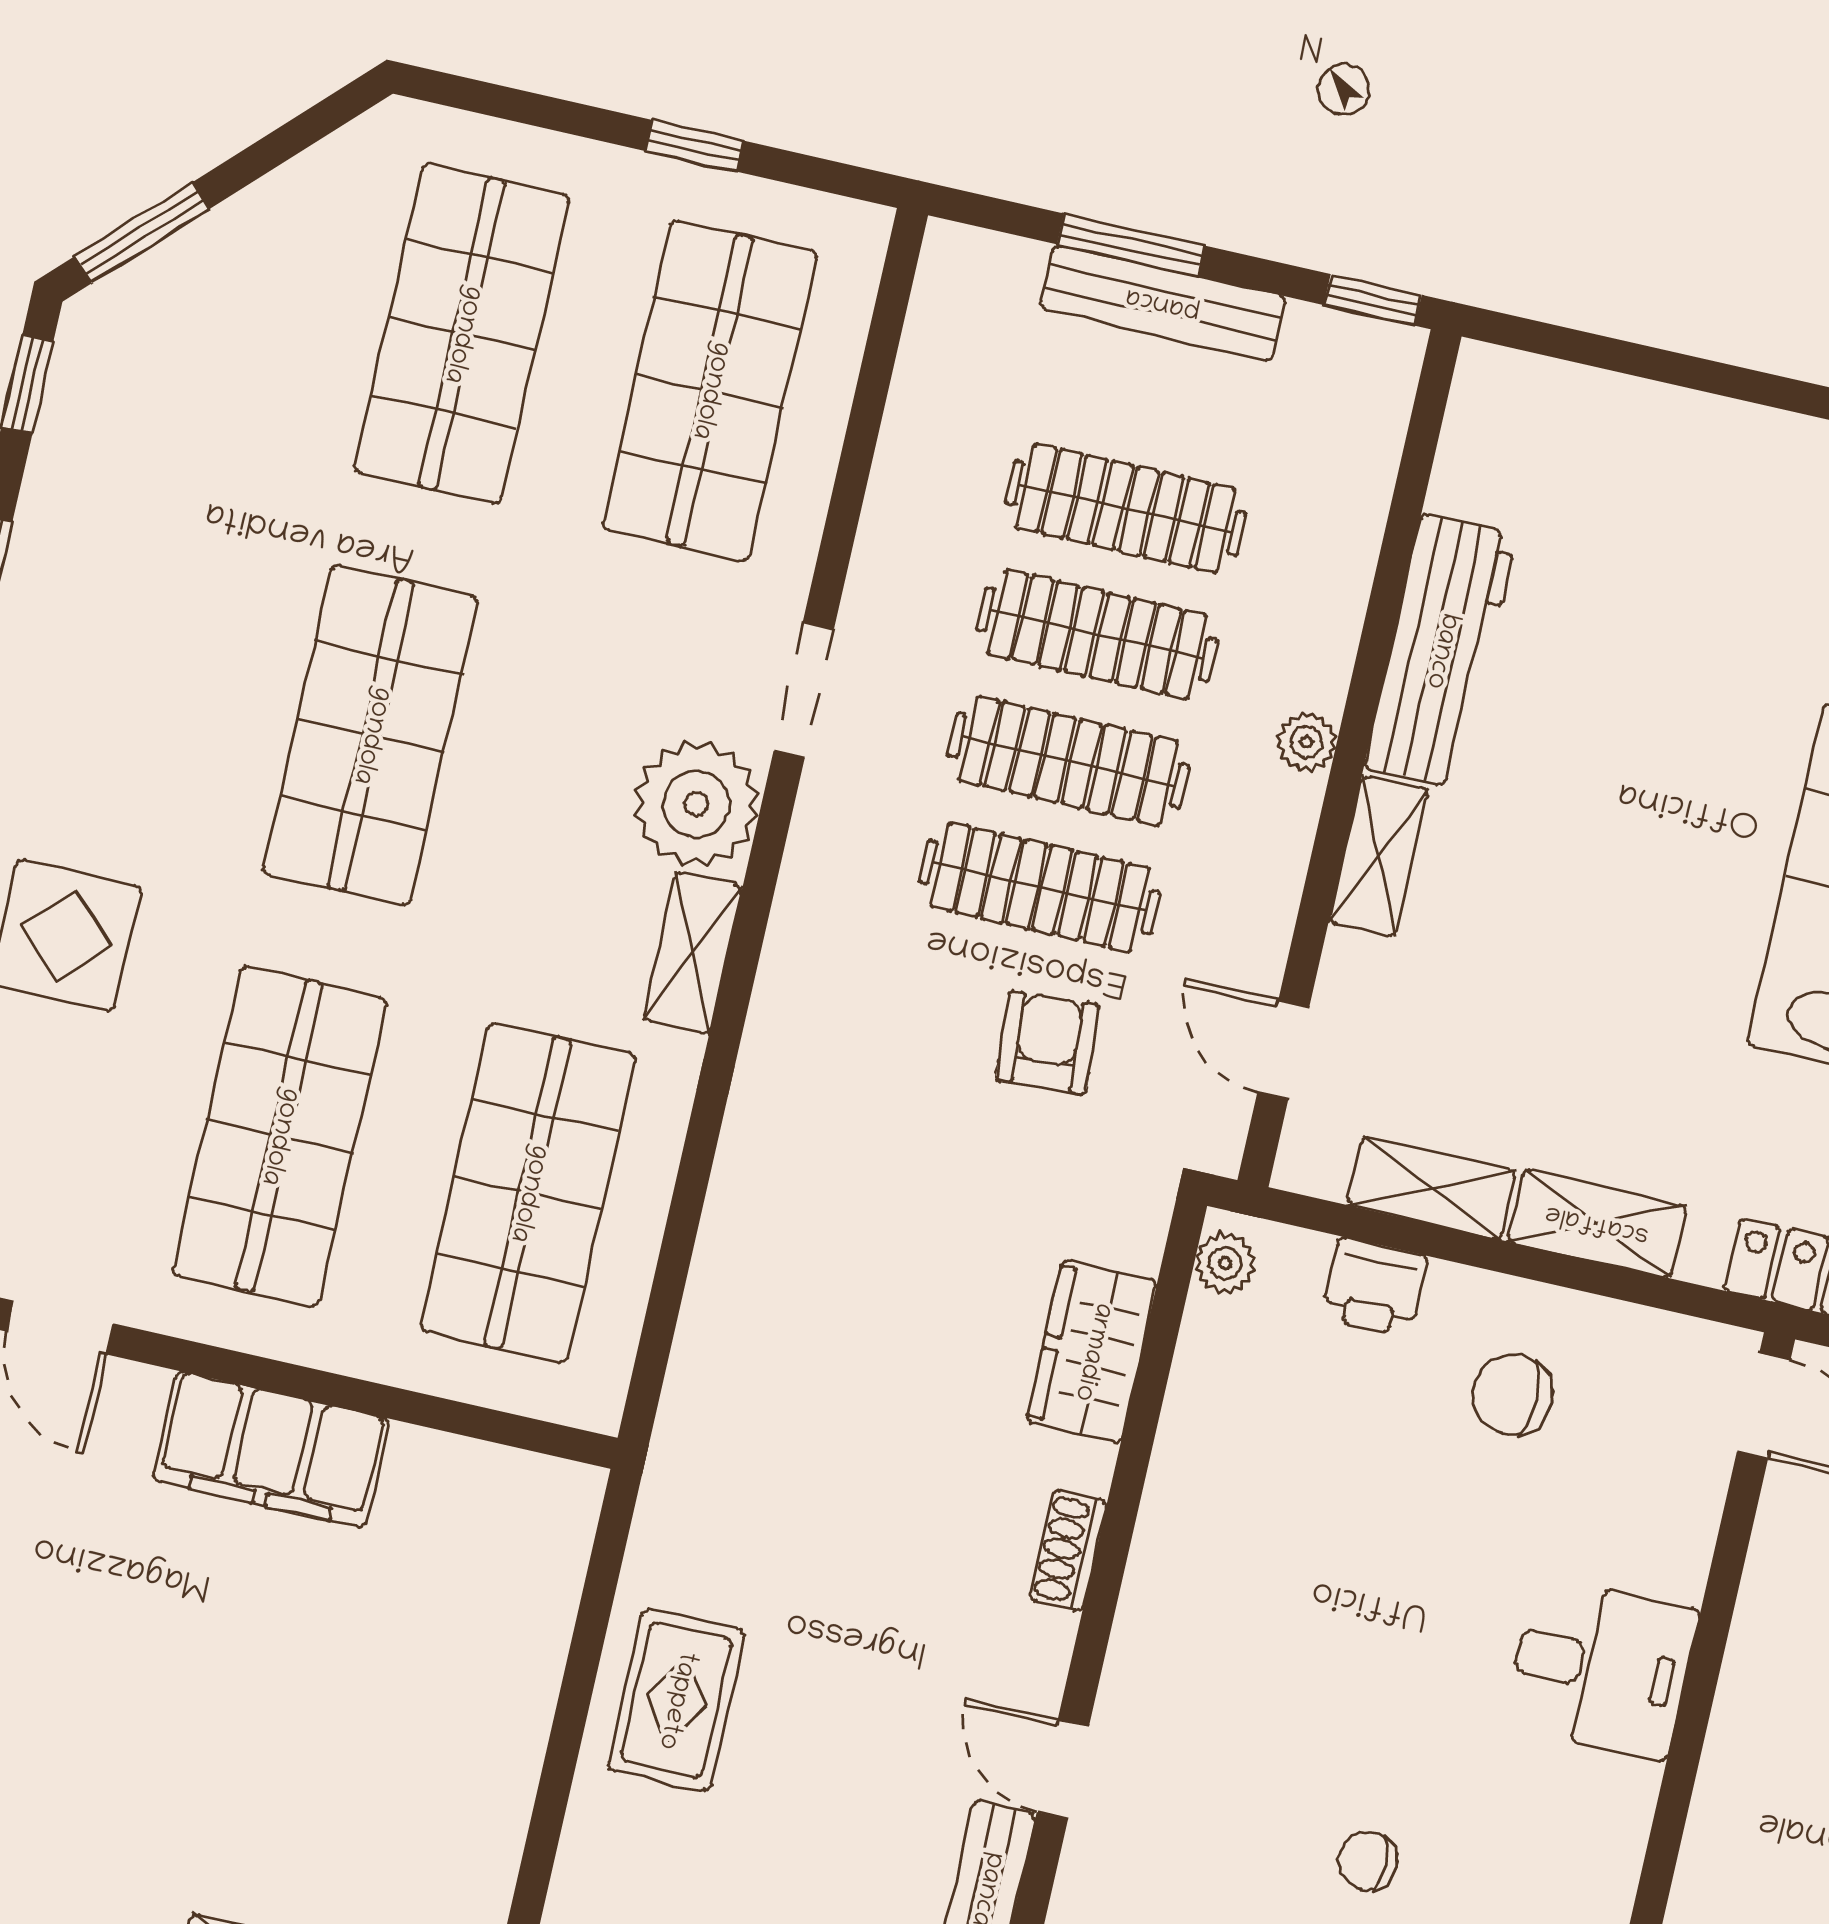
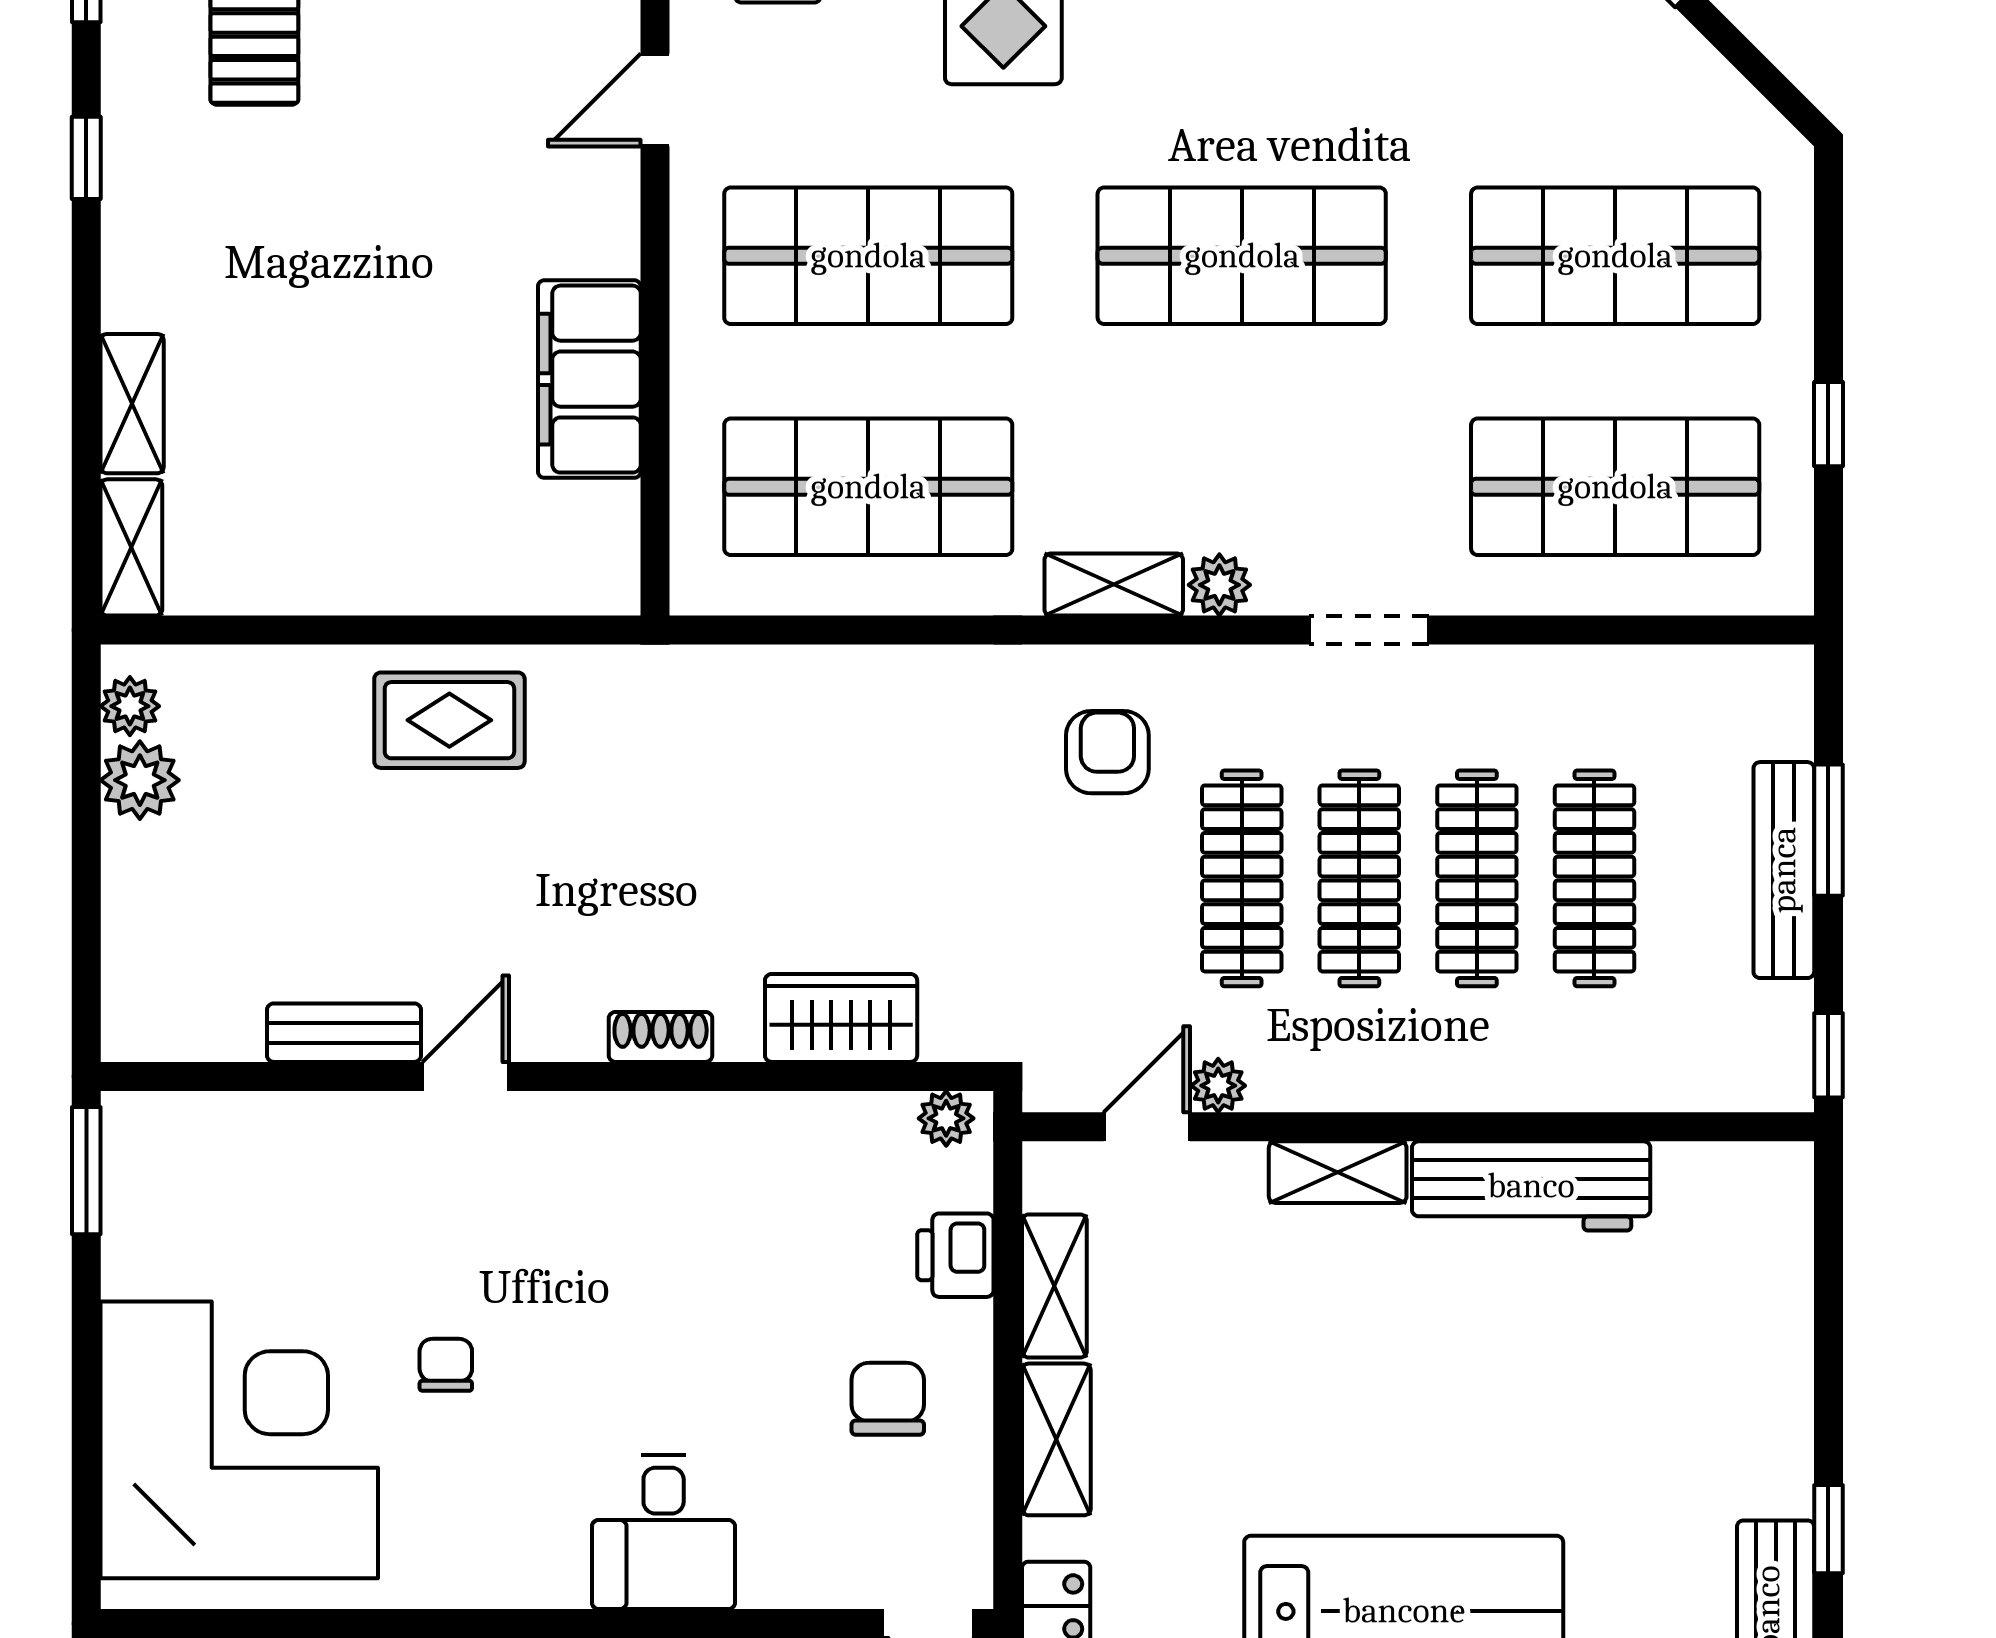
plant: (1307, 742) -> (1218, 1086), moved
plant: (696, 804) -> (1219, 585), width x0.53, depth x0.53
armchair: (1047, 1042) -> (1107, 752), moved, turned -86
filing cabinet: (271, 1450) -> (589, 379), moved

